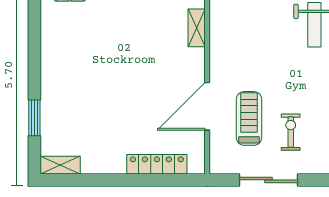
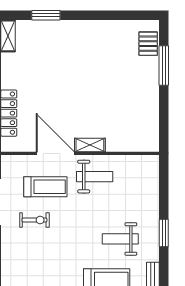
shelving: (197, 28) -> (90, 145), moved
weight bench: (236, 57) -> (95, 177), added

